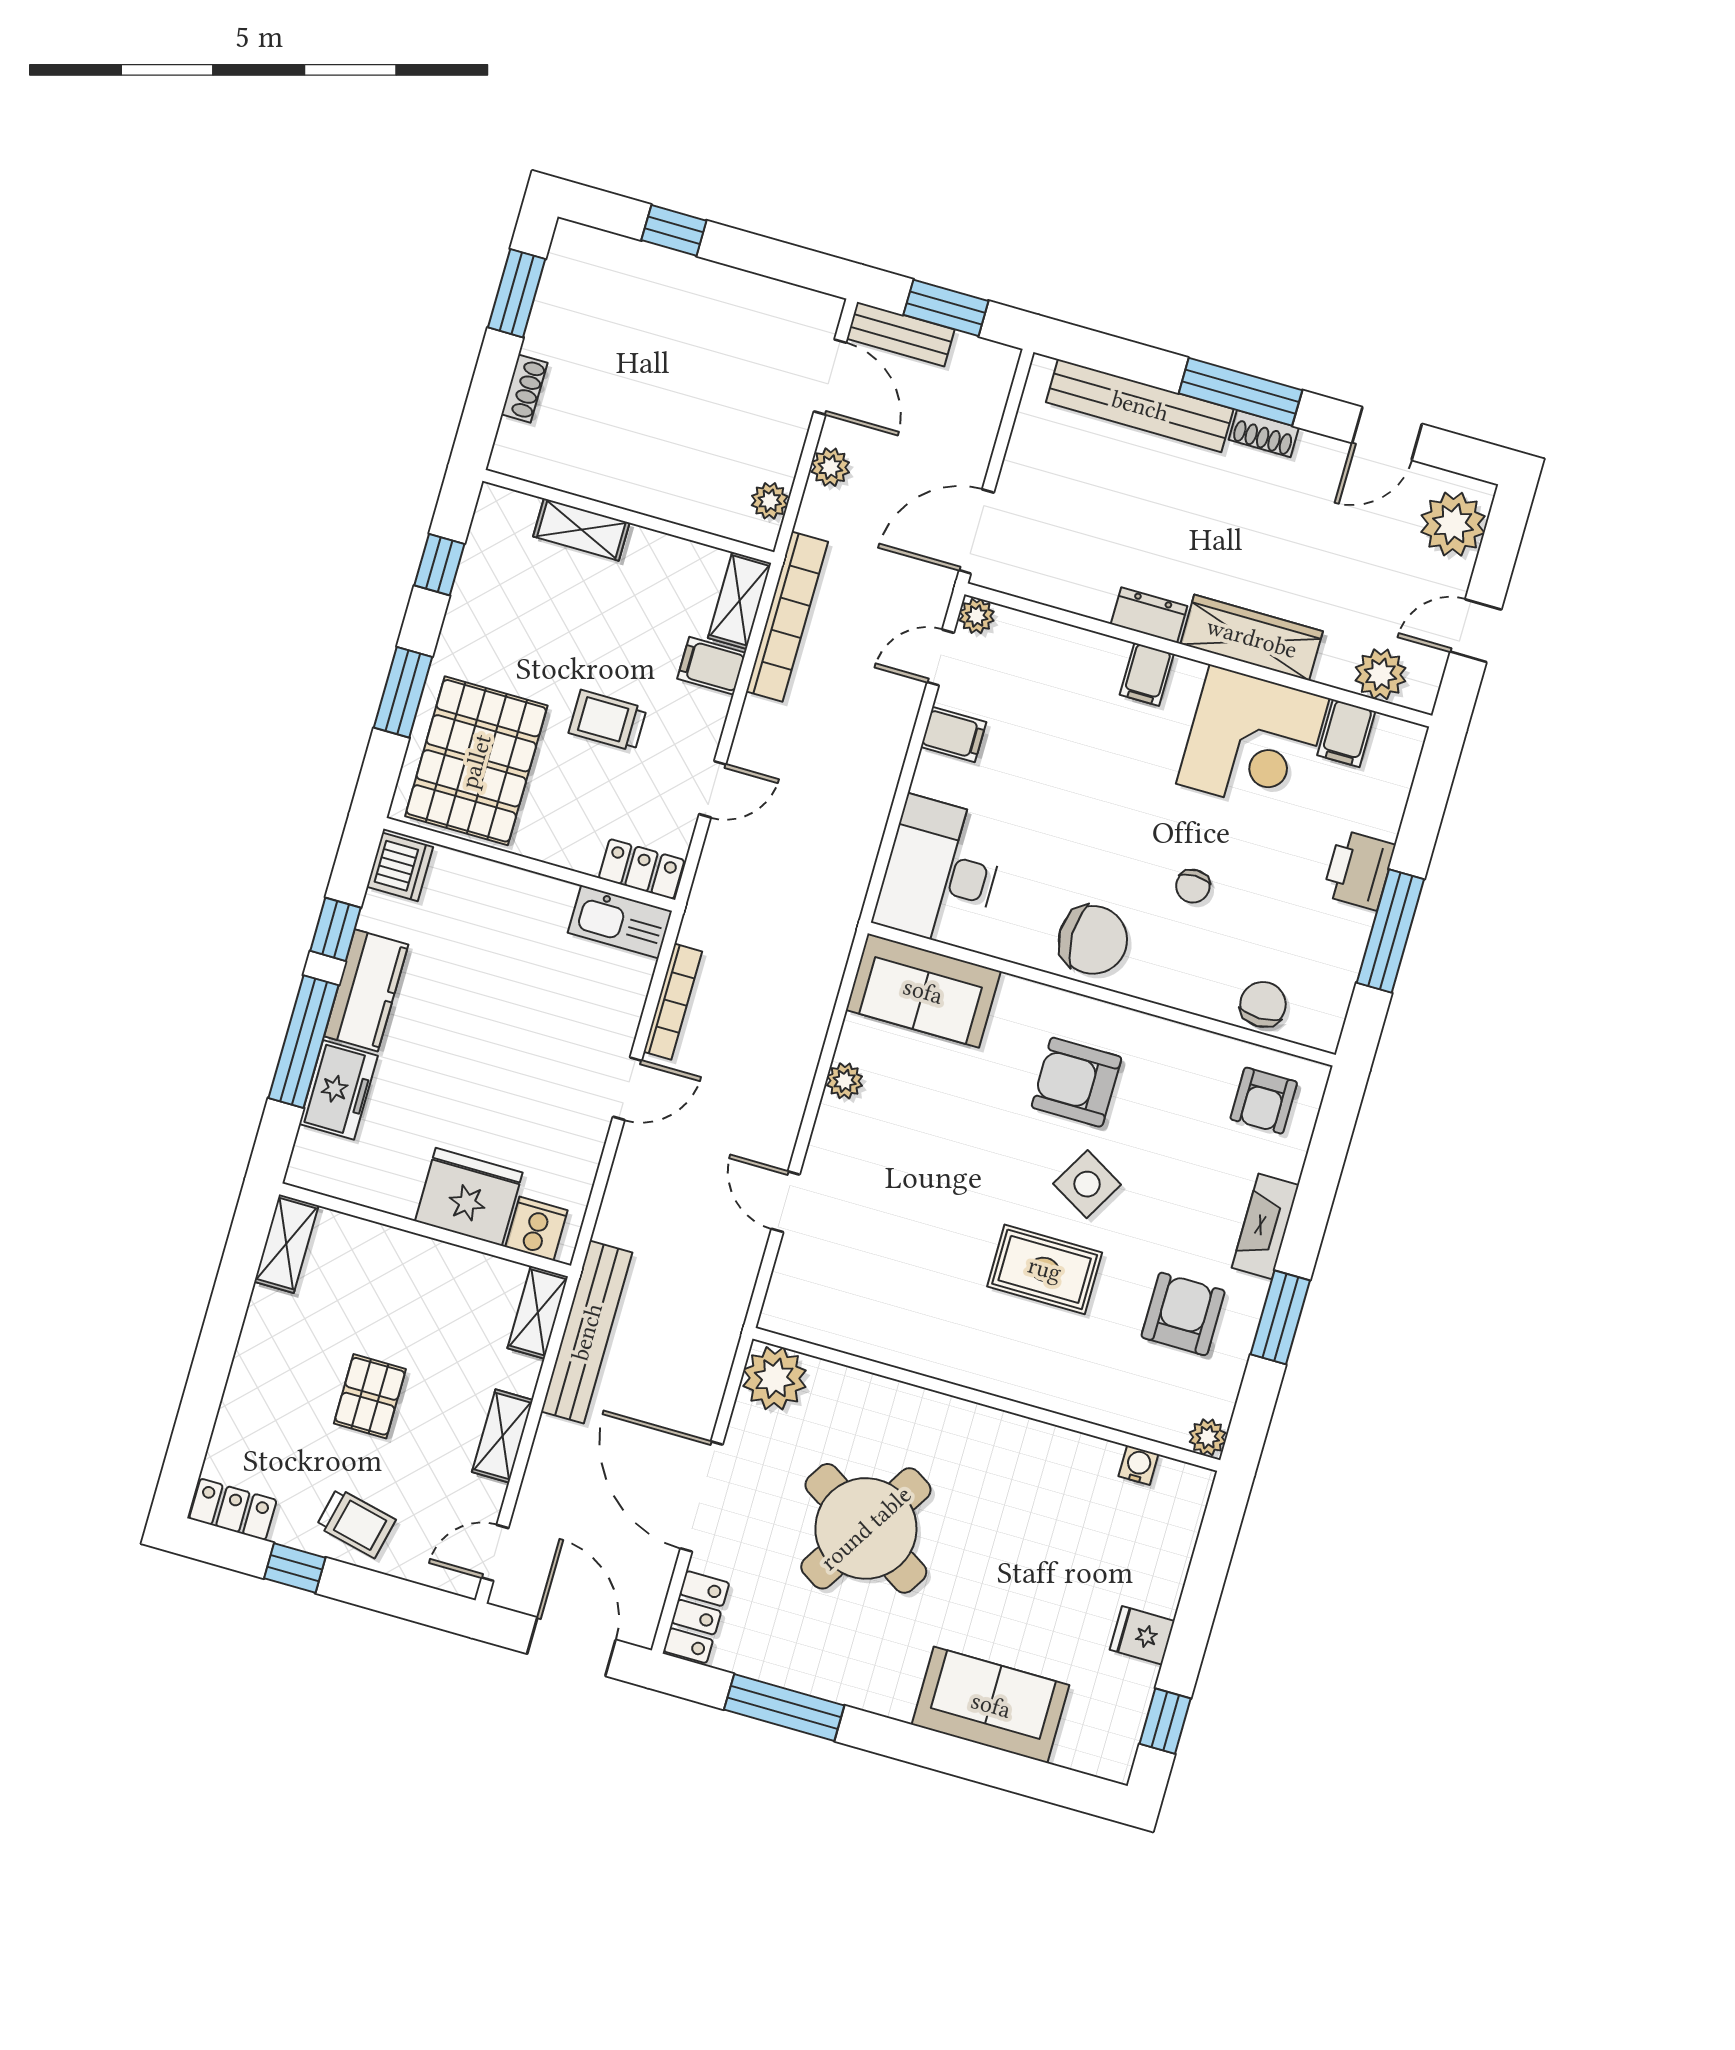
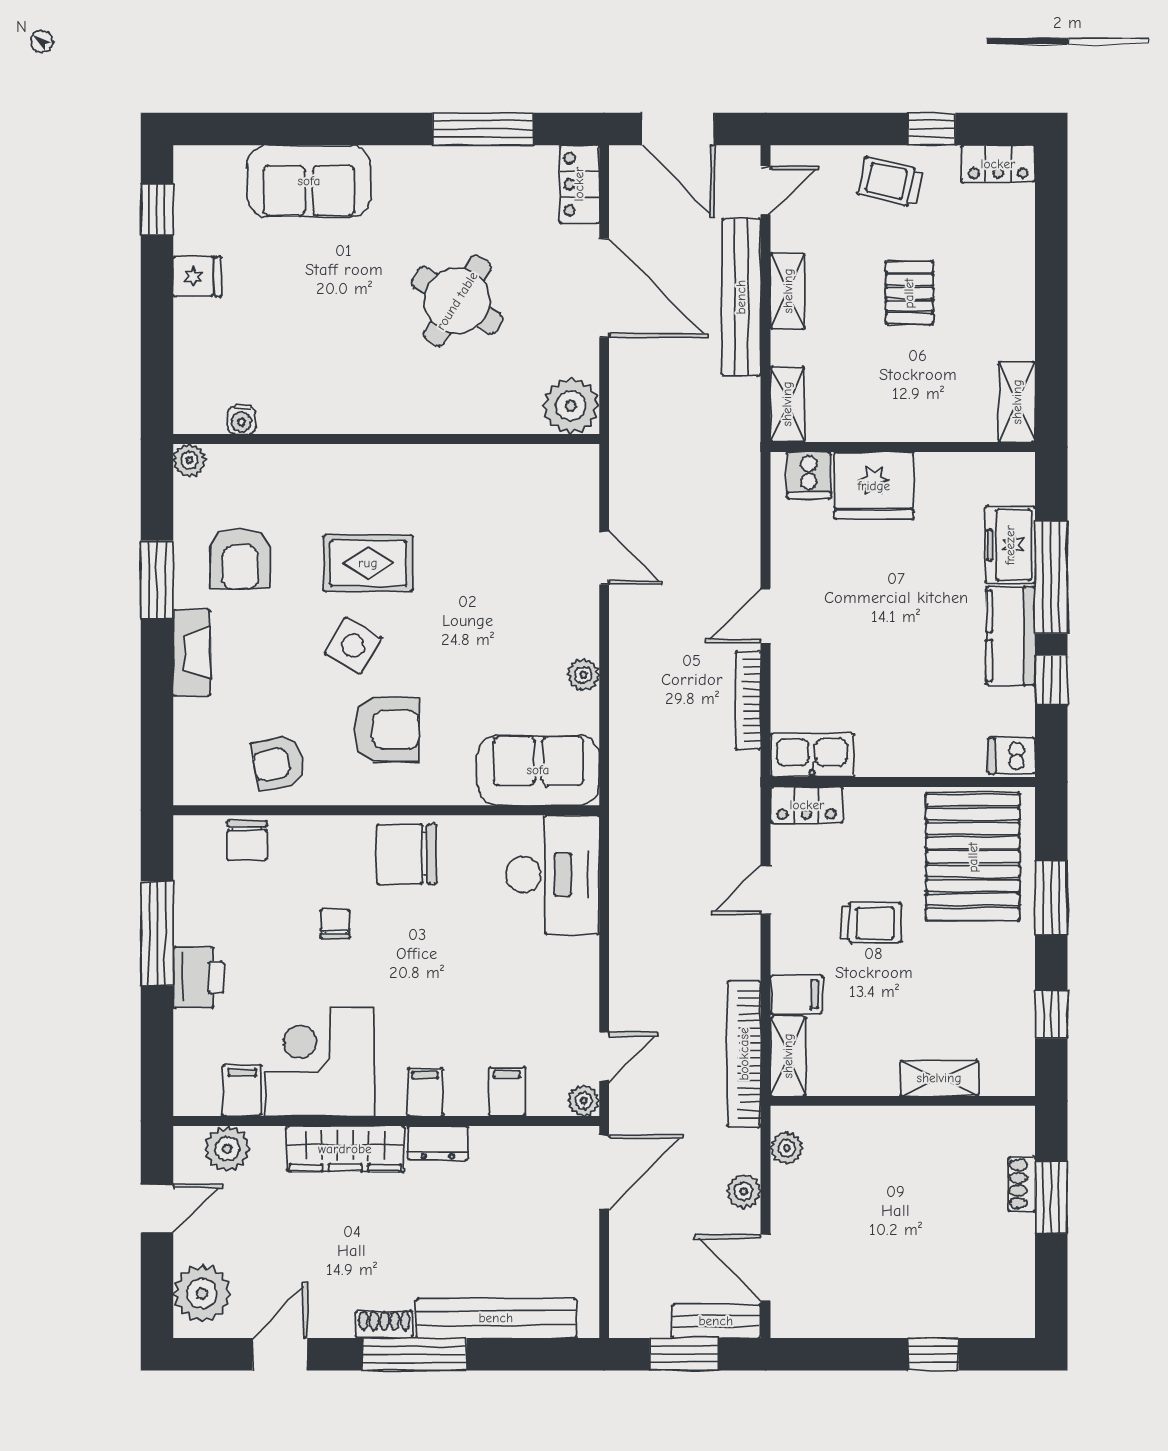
window: (517, 293) -> (1051, 1197), moved
filing cabinet: (954, 734) -> (507, 1091), moved, turned 90
dishwasher: (400, 867) -> (1012, 756), width x0.73
armchair: (1264, 1101) -> (278, 763), moved, turned -101
bench: (587, 1332) -> (741, 297), moved
round table: (866, 1528) -> (457, 301), width x0.73, depth x0.73

